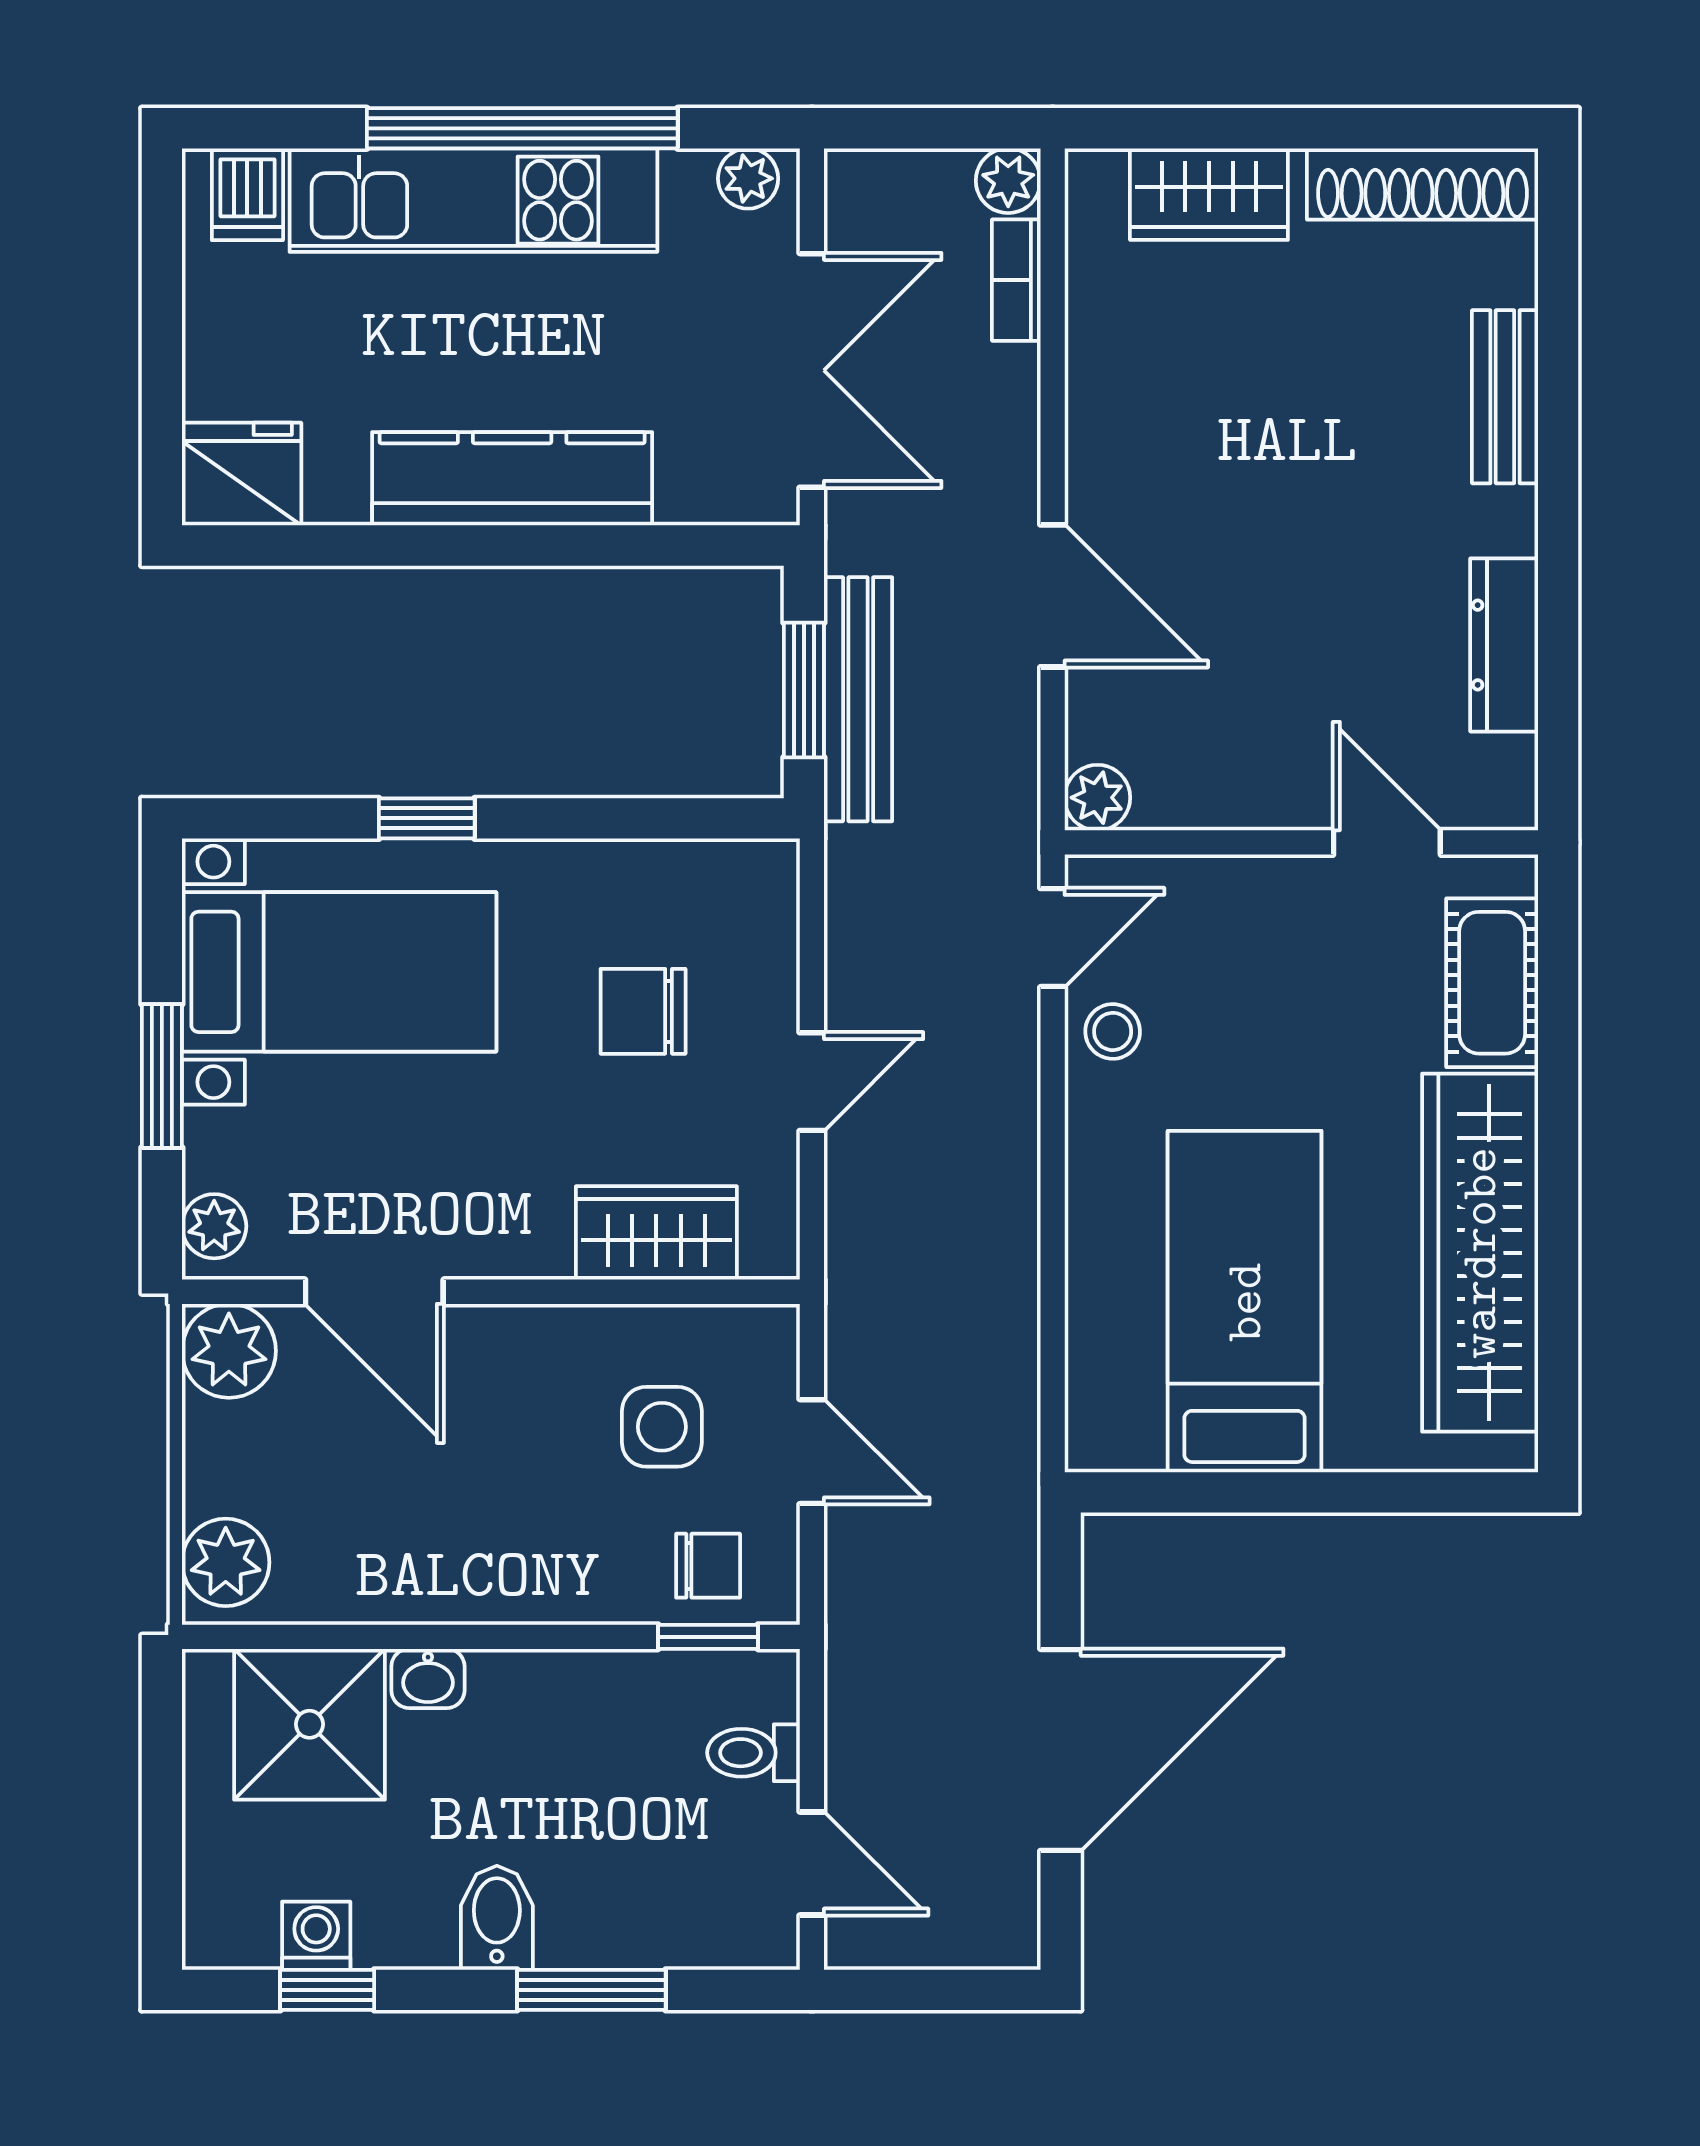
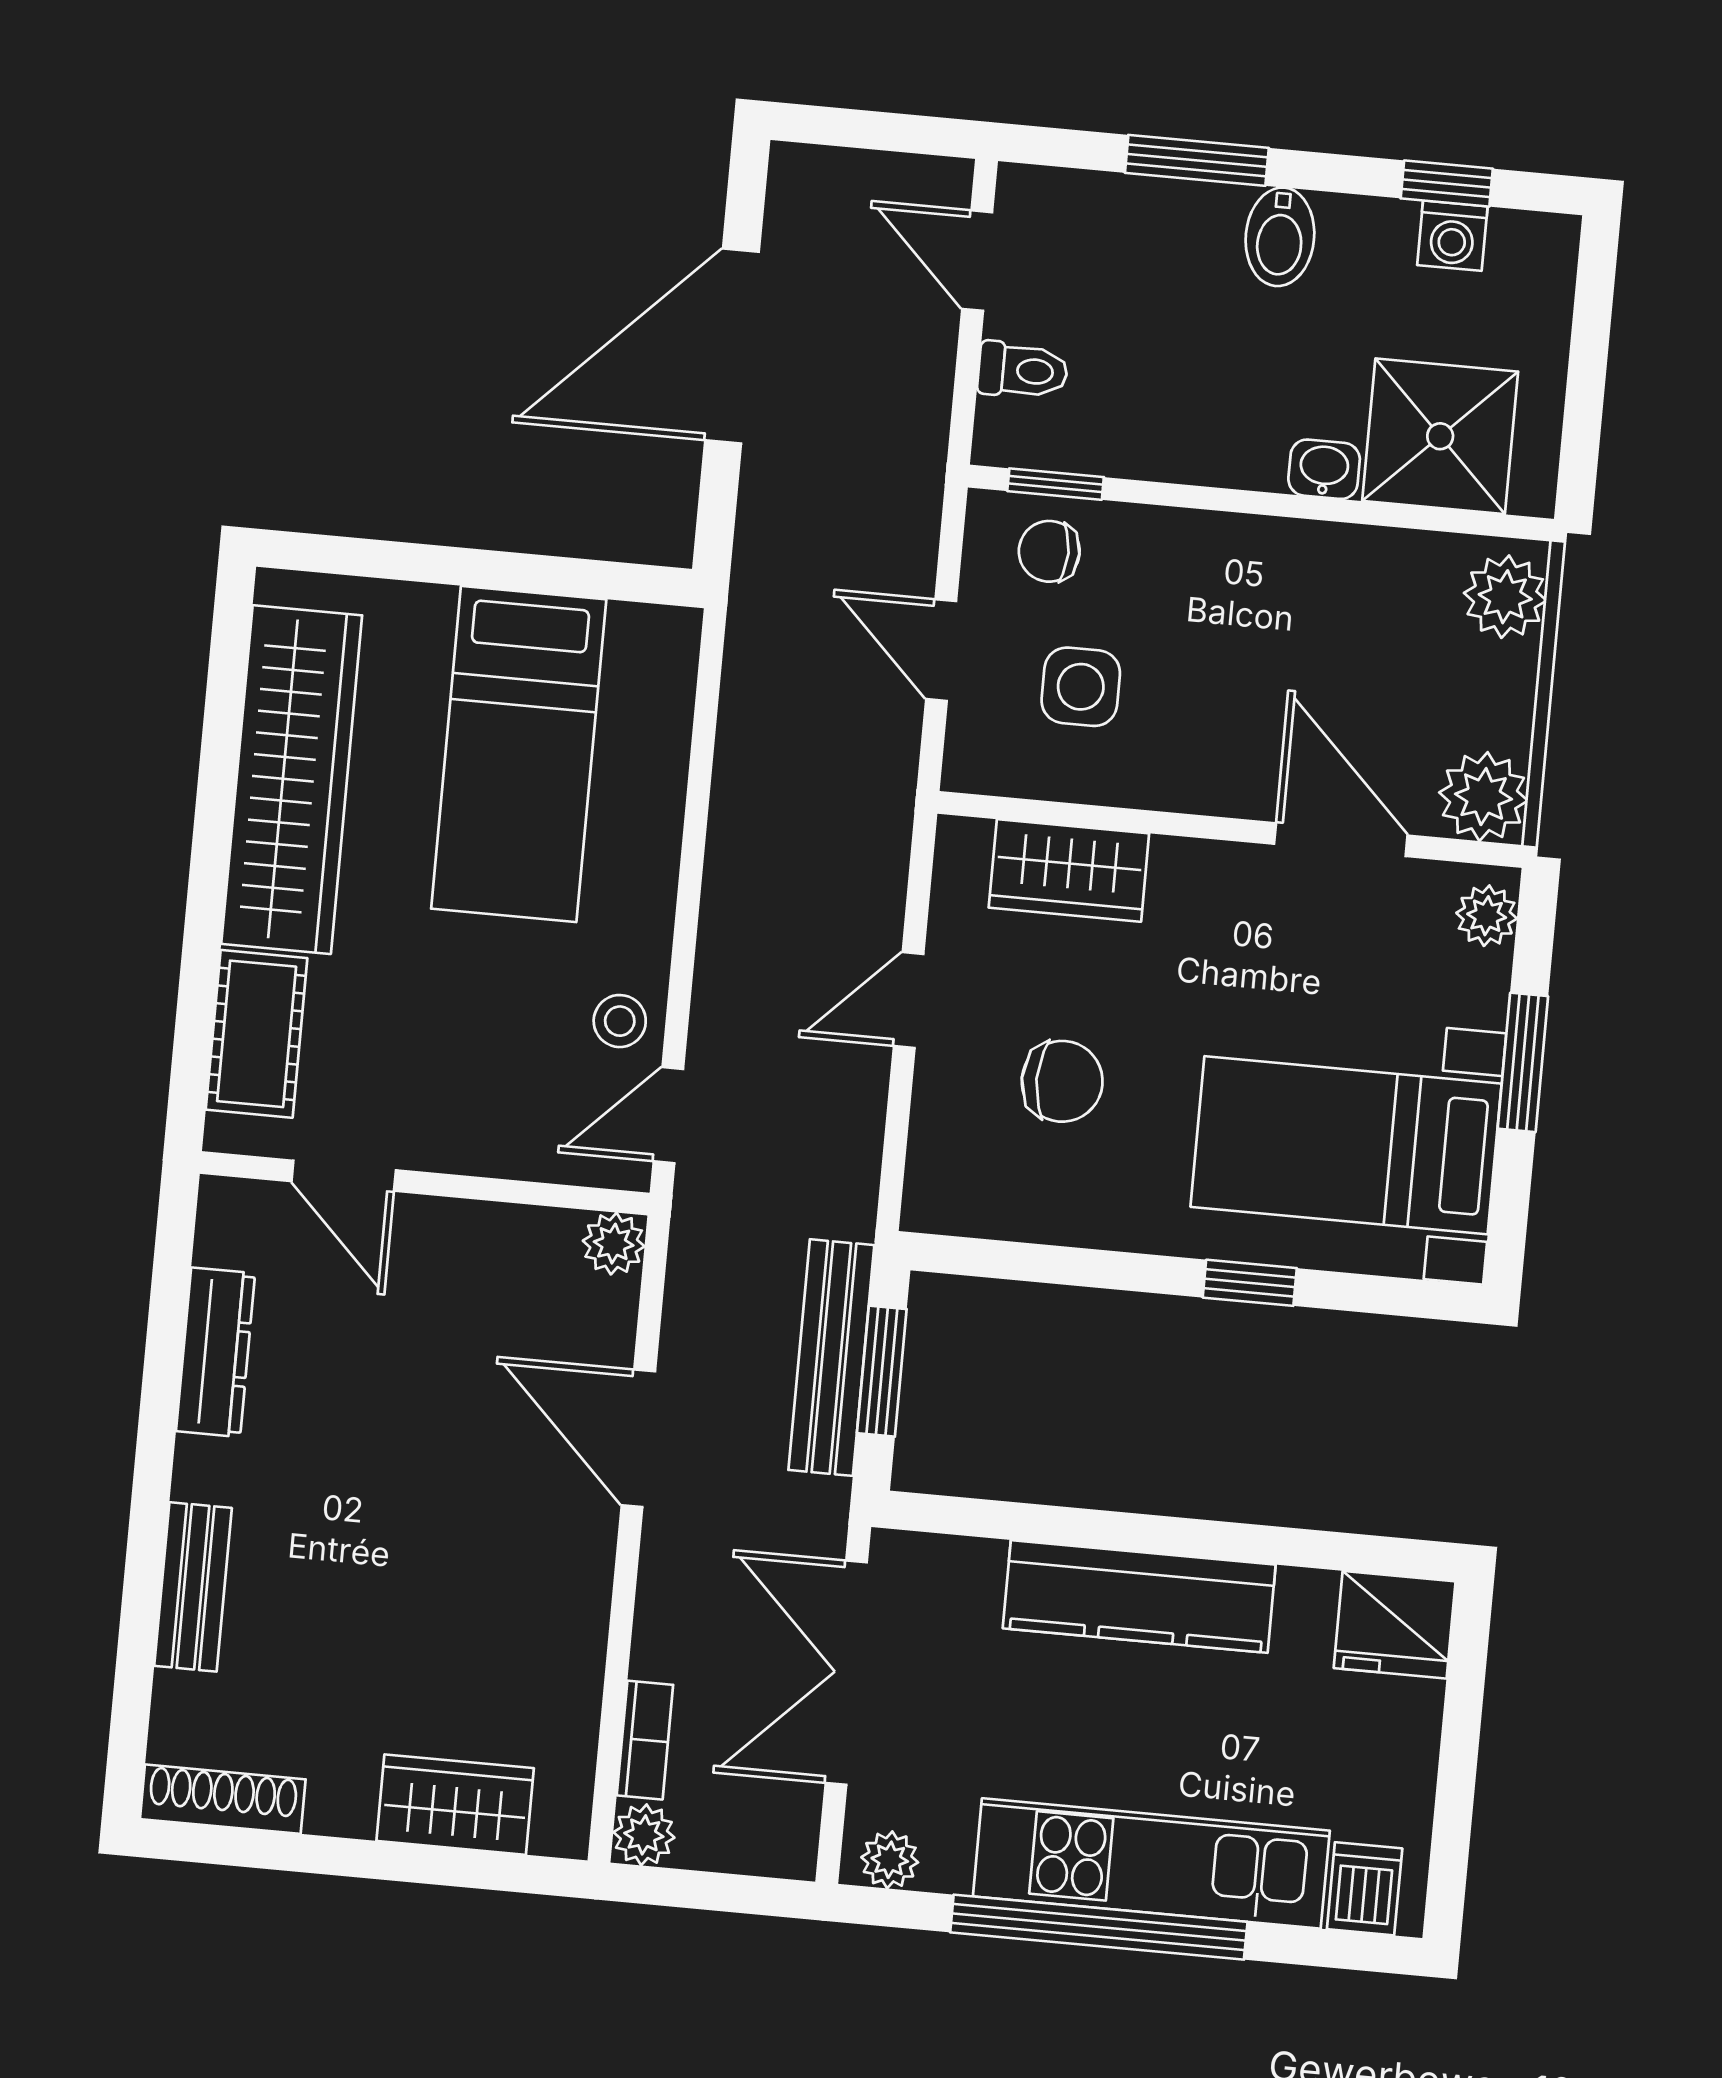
shoe rack: (1423, 184) -> (223, 1799), width x0.74, depth x0.81

